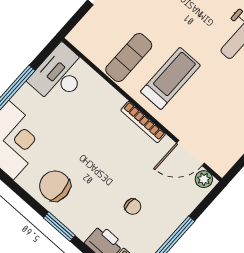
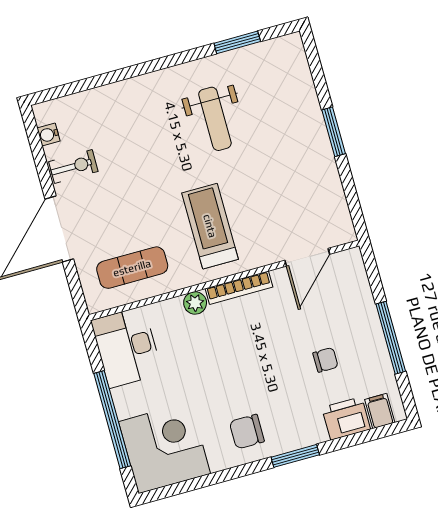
exercise mat: (129, 57) -> (132, 268), moved, turned 90
plant: (204, 179) -> (195, 303), moved
chair: (55, 186) -> (247, 432), width x0.73, depth x0.73

